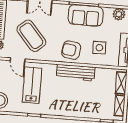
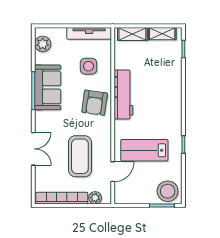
coffee table: (31, 36) -> (80, 156), turned -49

